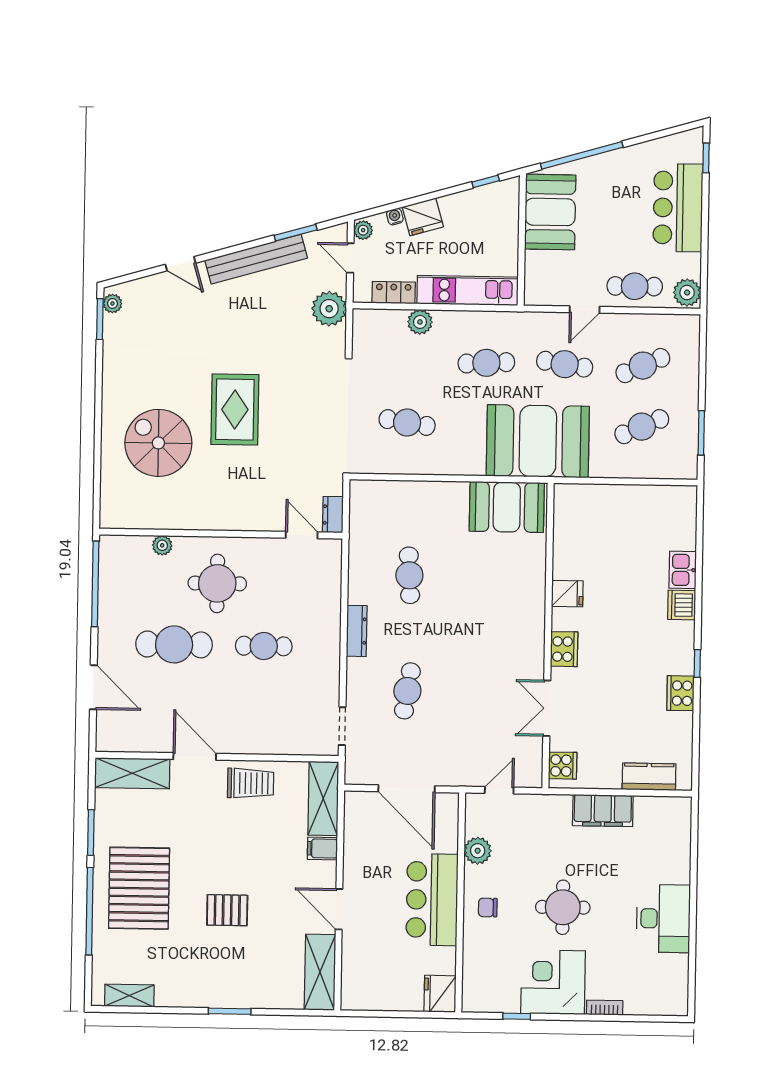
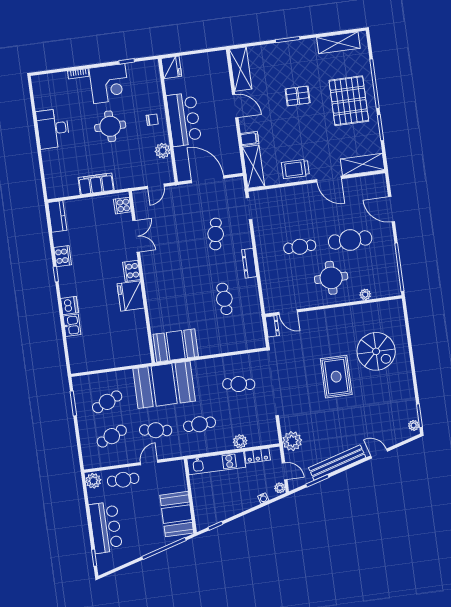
fridge: (423, 217) -> (248, 500), removed
fridge: (567, 594) -> (131, 296), width x1.88, depth x1.34
kitchen counter: (649, 777) -> (57, 216), moved, turned -90
shelving: (129, 996) -> (338, 43), width x1.50, depth x1.33

